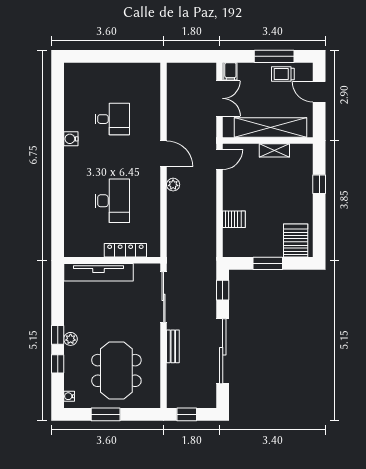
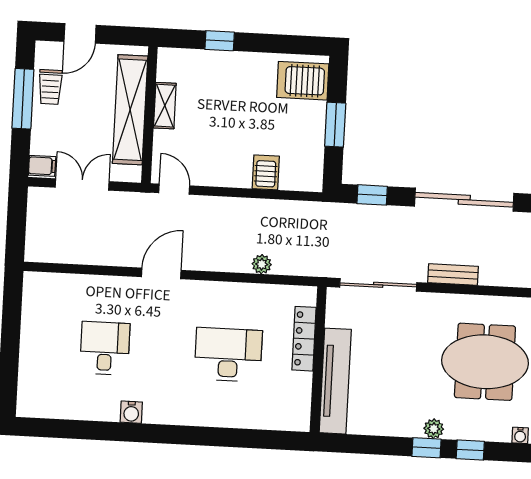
plant: (173, 185) -> (262, 264), moved

